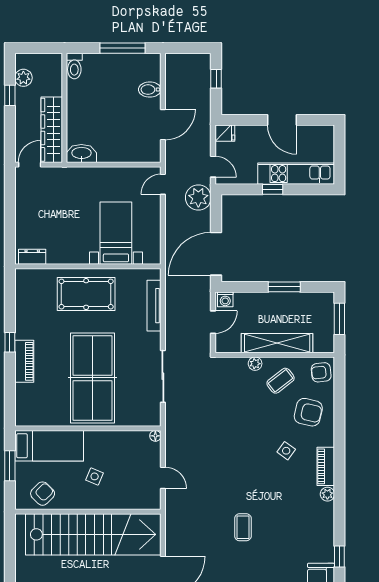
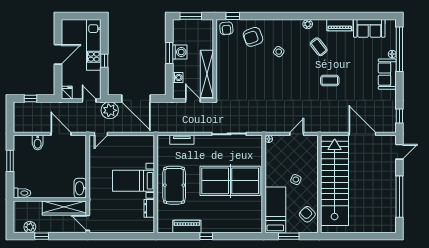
window: (123, 48) -> (10, 161), width x0.69
door: (213, 167) -> (89, 100), hinge flipped
door: (163, 184) -> (101, 134), hinge flipped
bed with nightstands: (116, 233) -> (134, 181), moved
door: (216, 254) -> (136, 98), moved
dresser: (32, 257) -> (149, 208), moved
washing machine: (225, 299) -> (178, 77), moved
washing machine: (286, 303) -> (180, 52), added
tv unit: (154, 306) -> (182, 140), width x0.71
shelving: (277, 343) -> (207, 74), moved
piano: (24, 361) -> (187, 226), moved
plant: (255, 364) -> (221, 72), removed
coffee table: (281, 381) -> (319, 47), moved
armchair: (308, 412) -> (253, 37), turned -123
piano: (326, 466) -> (340, 25), moved
window: (339, 556) -> (233, 16), moved

